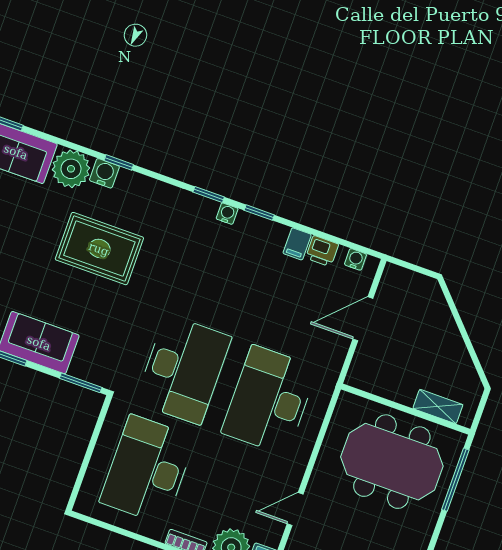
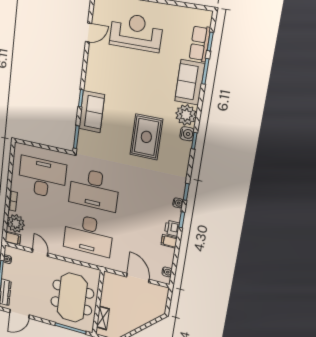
printer: (322, 251) -> (172, 228), moved
desk: (269, 400) -> (88, 235), turned 180

